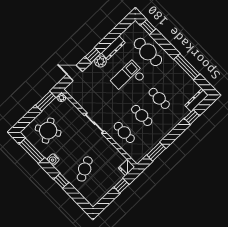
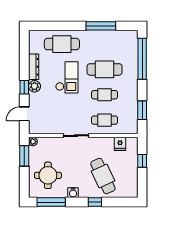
window: (148, 27) -> (44, 26), removed
checkout: (128, 78) -> (67, 77), turned 180
cafe table: (159, 98) -> (105, 69), width x1.37, depth x1.35
dresser: (196, 100) -> (133, 43), removed
window: (192, 117) -> (142, 59), width x3.17
round table: (48, 131) -> (48, 175), turned 31
fridge: (126, 167) -> (120, 144), moved
cafe table: (85, 169) -> (103, 176), width x1.37, depth x1.35

